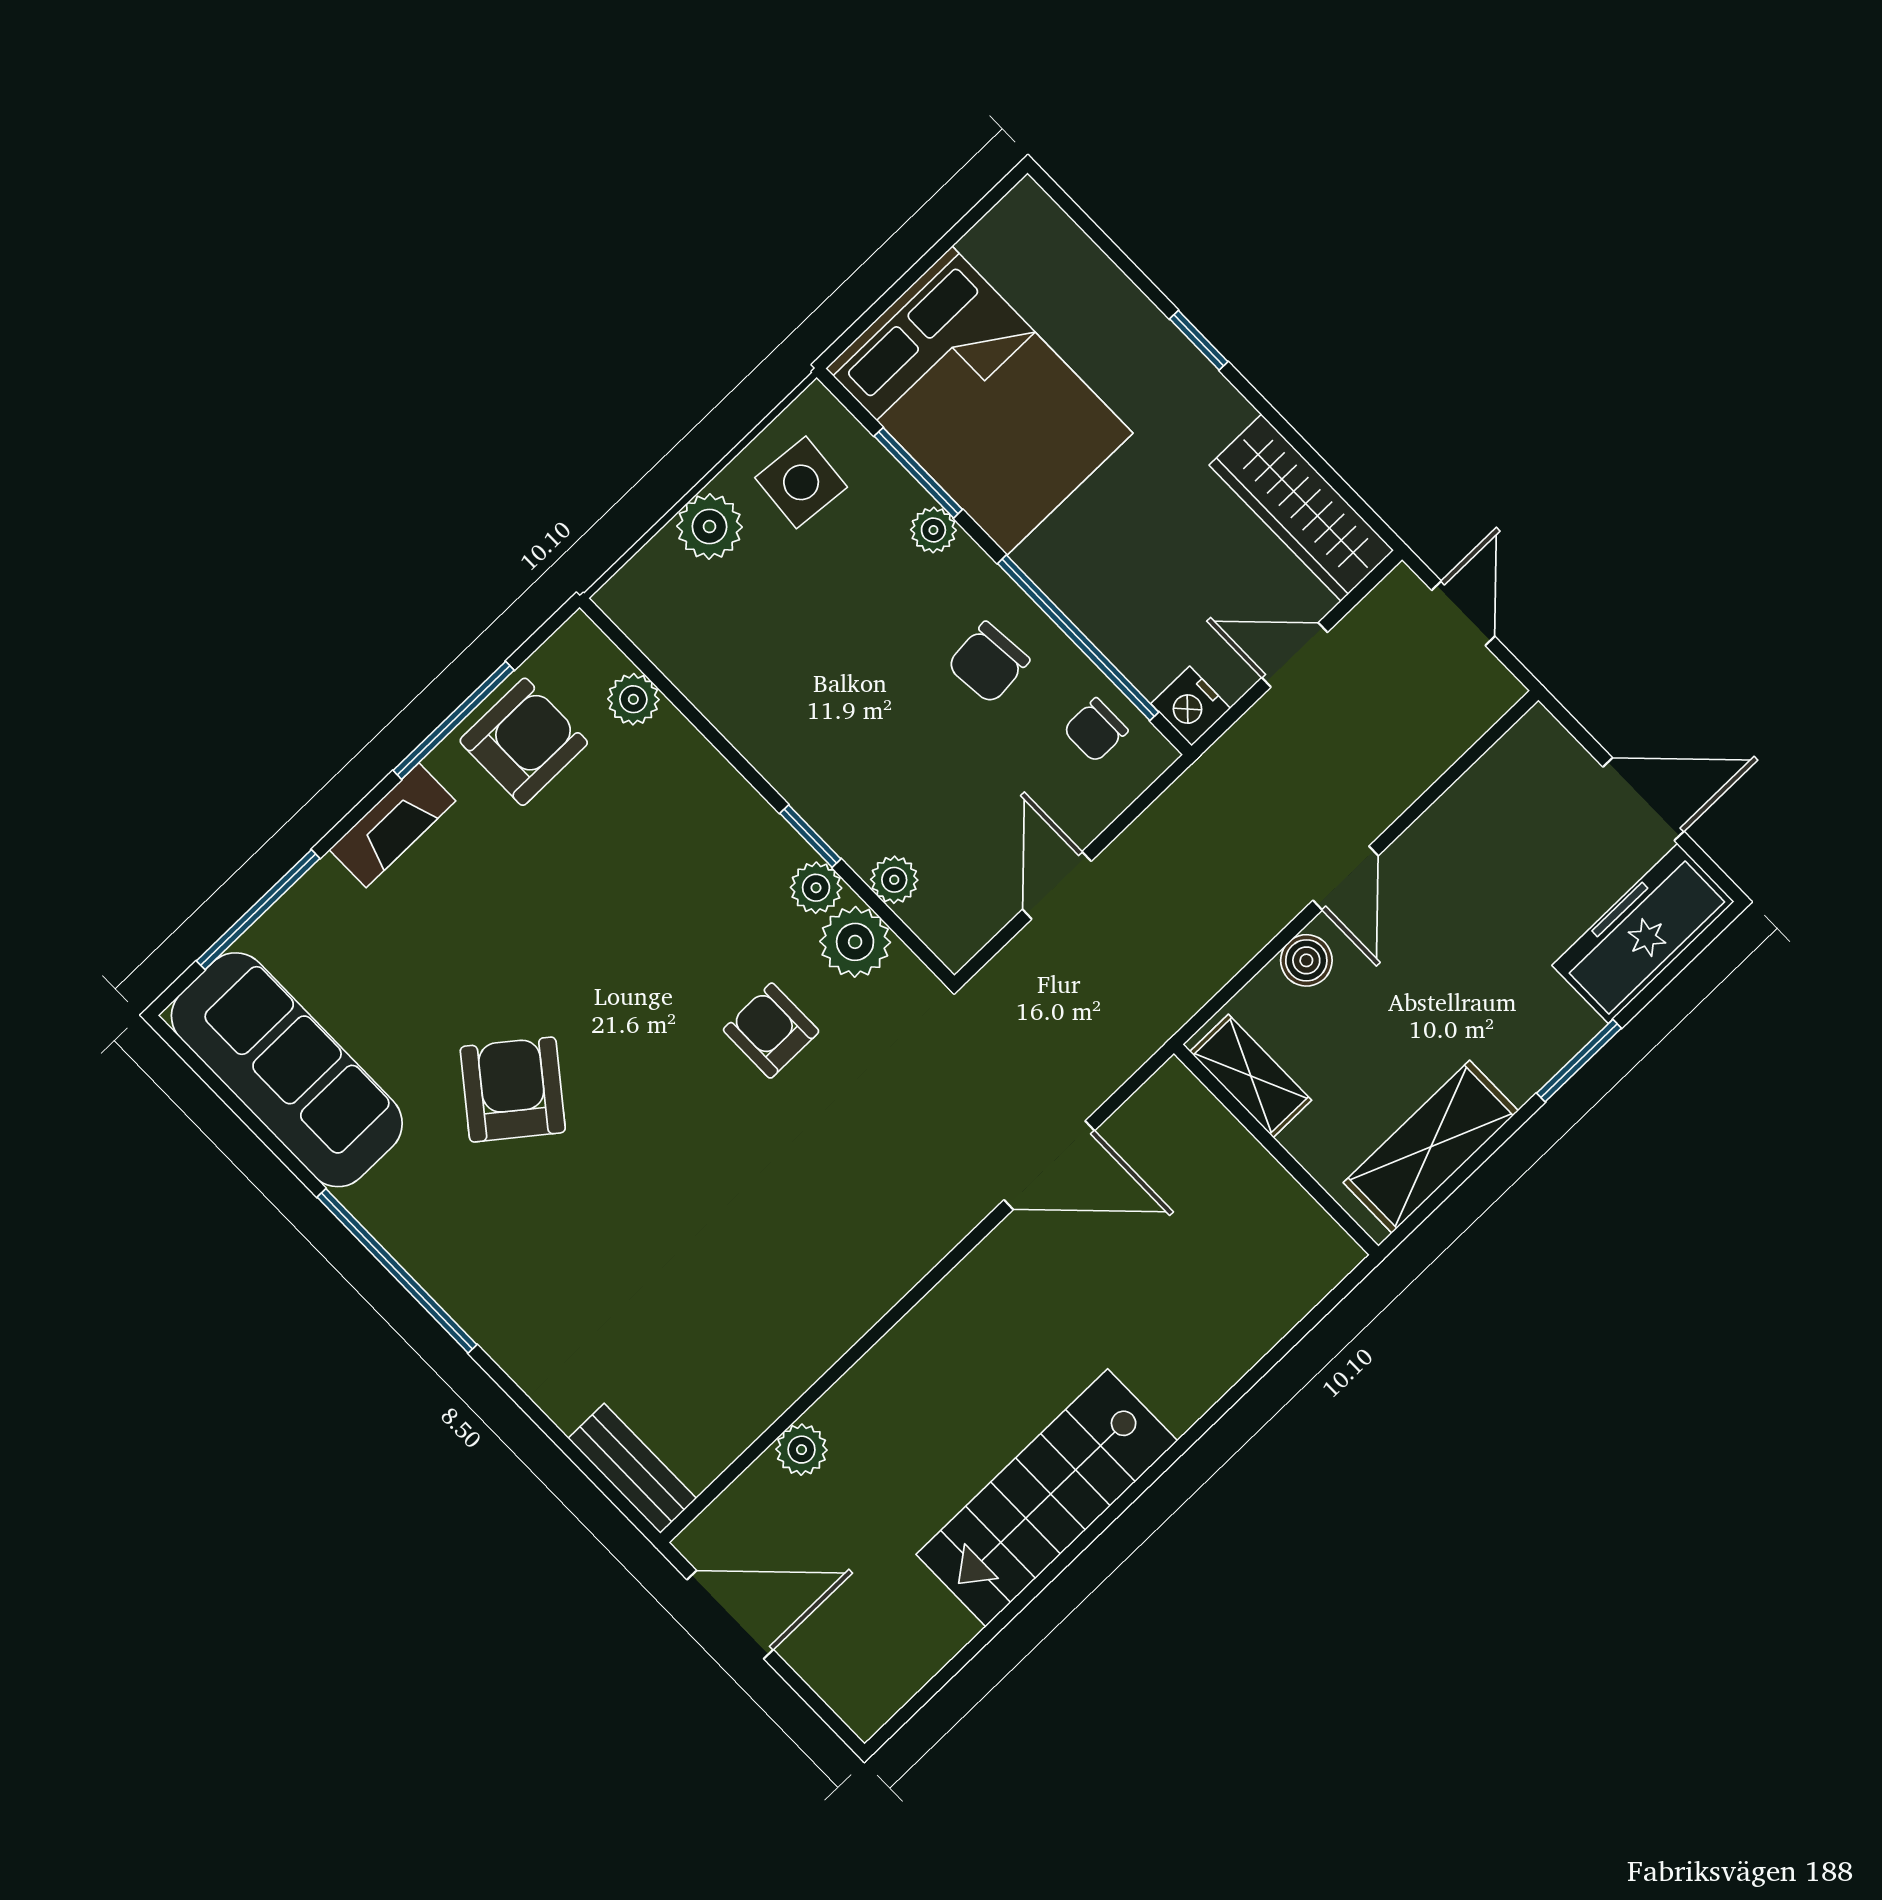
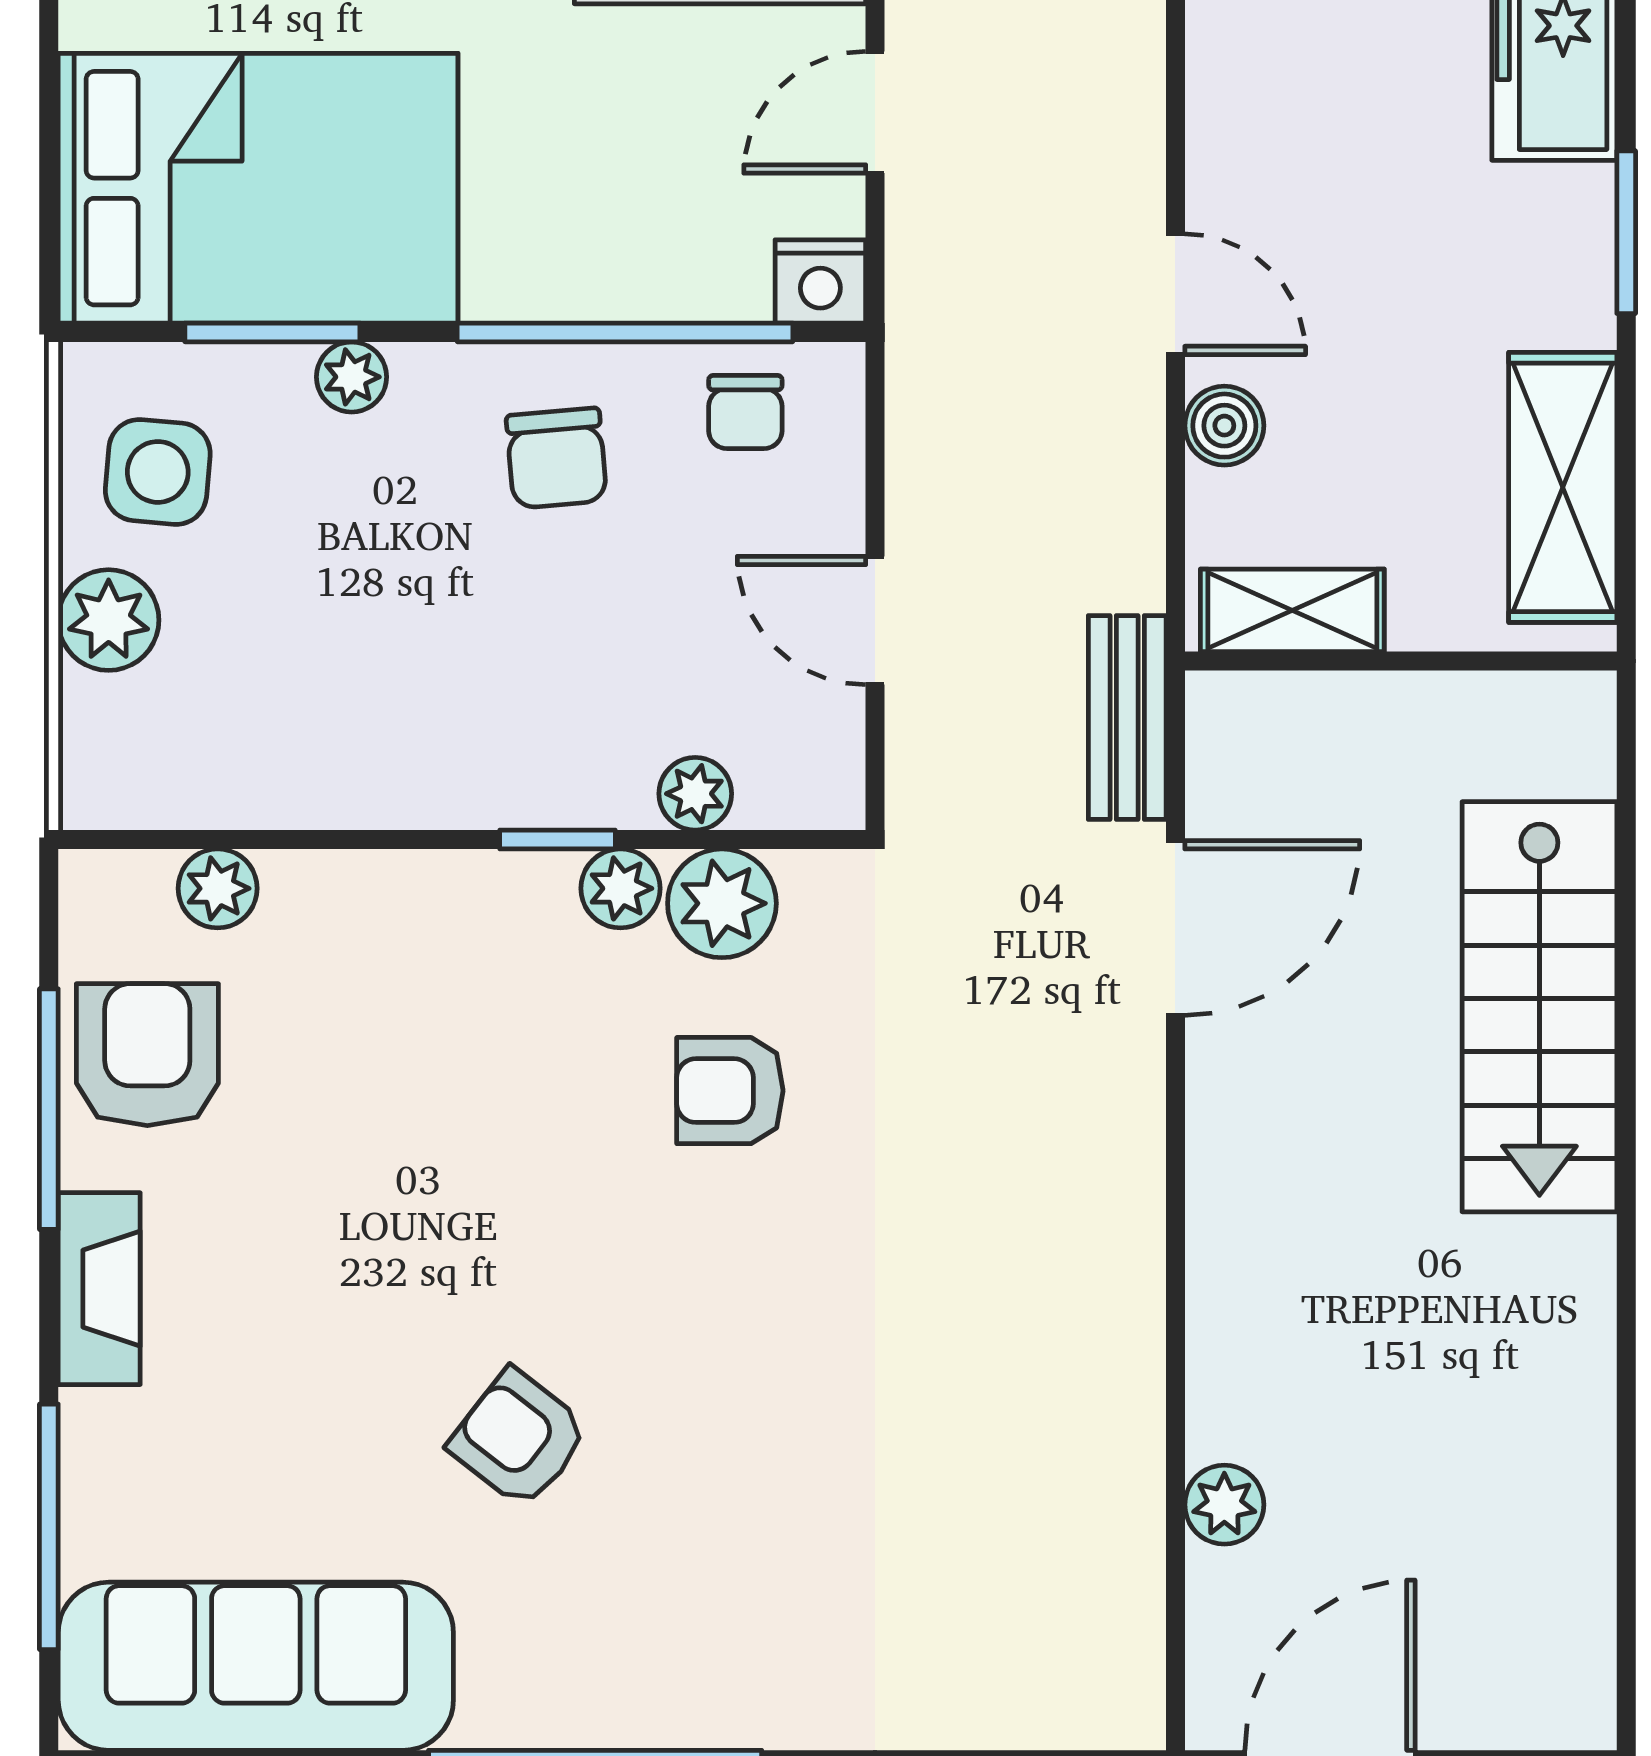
armchair: (513, 1090) -> (519, 1438), width x0.72, depth x0.72
bench: (632, 1468) -> (1127, 718), moved, turned 90
stairs: (1047, 1498) -> (1539, 1007), moved

